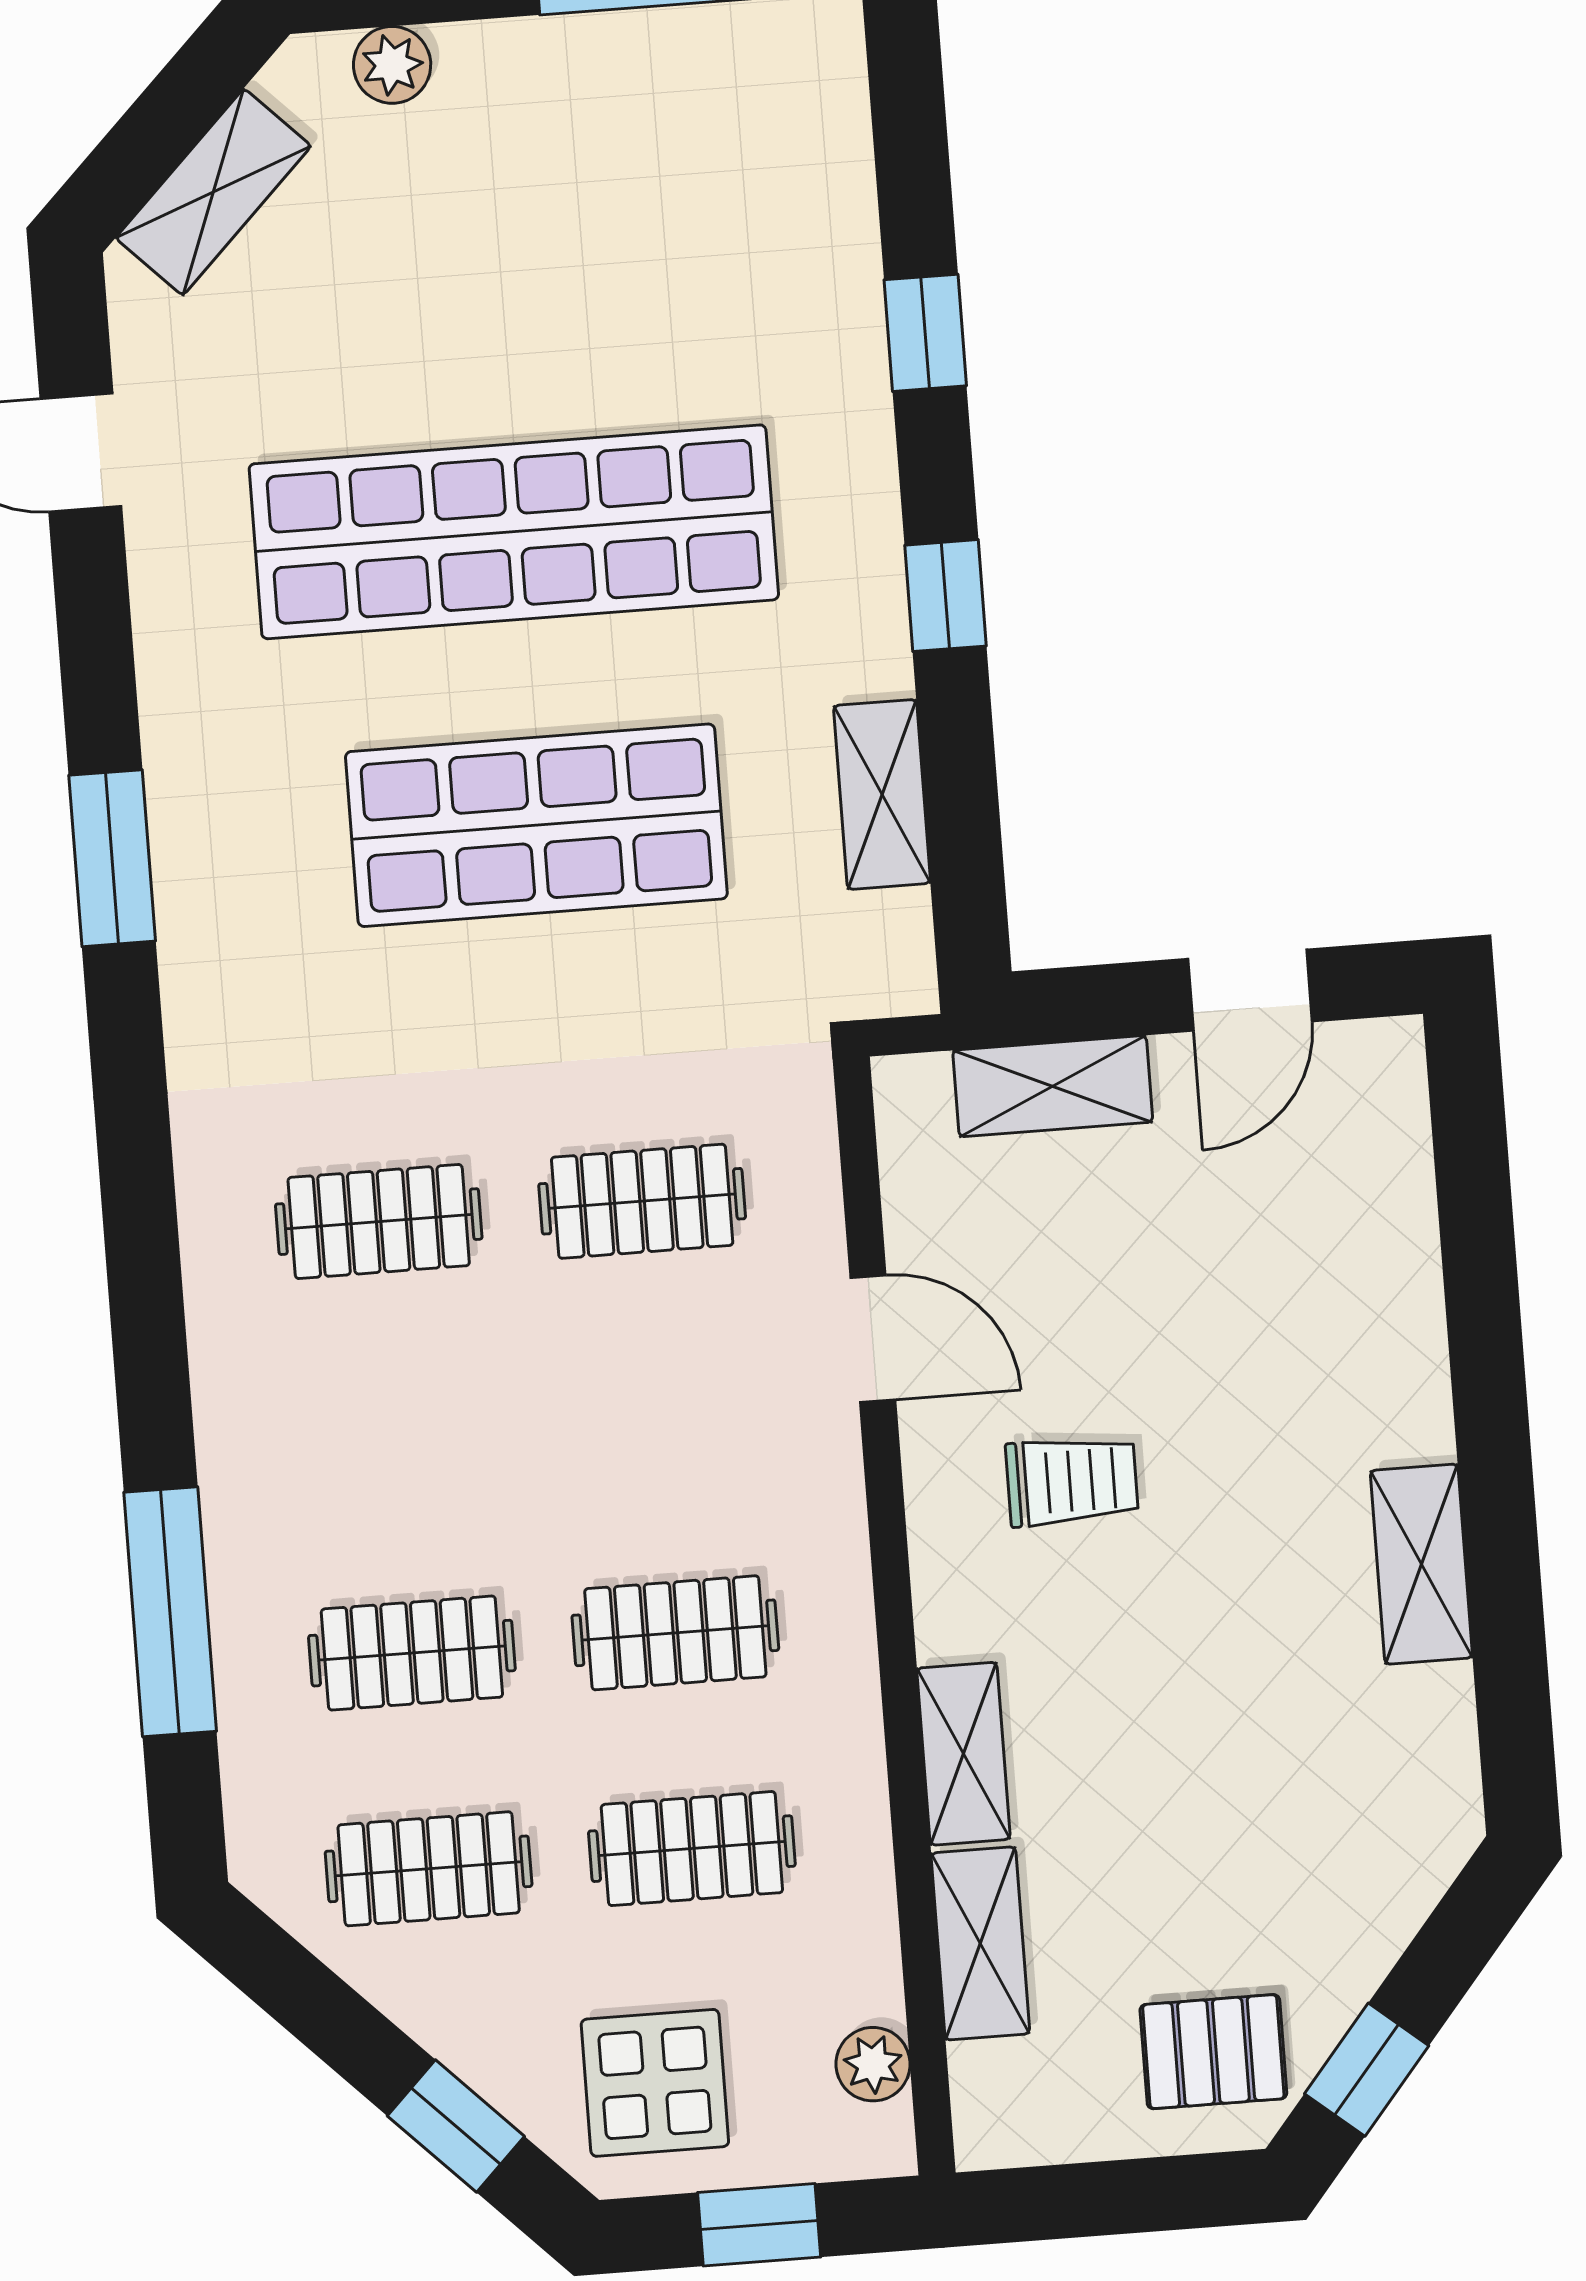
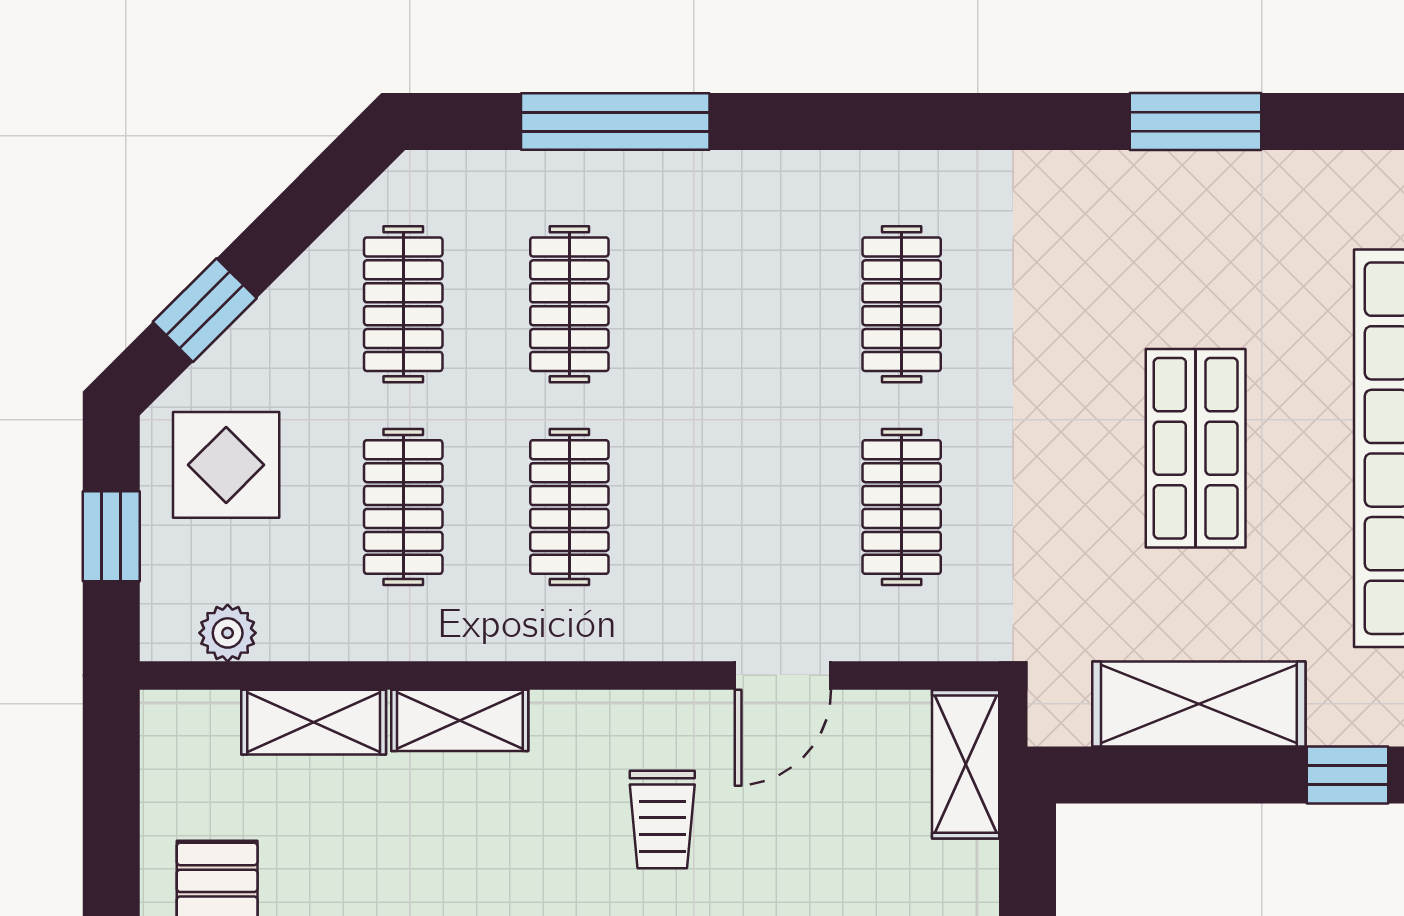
shelving: (882, 794) -> (1199, 704), width x1.50, depth x1.33
shop shelf: (536, 825) -> (1196, 448), width x0.70, depth x0.74
shelving: (1053, 1086) -> (966, 764), moved

